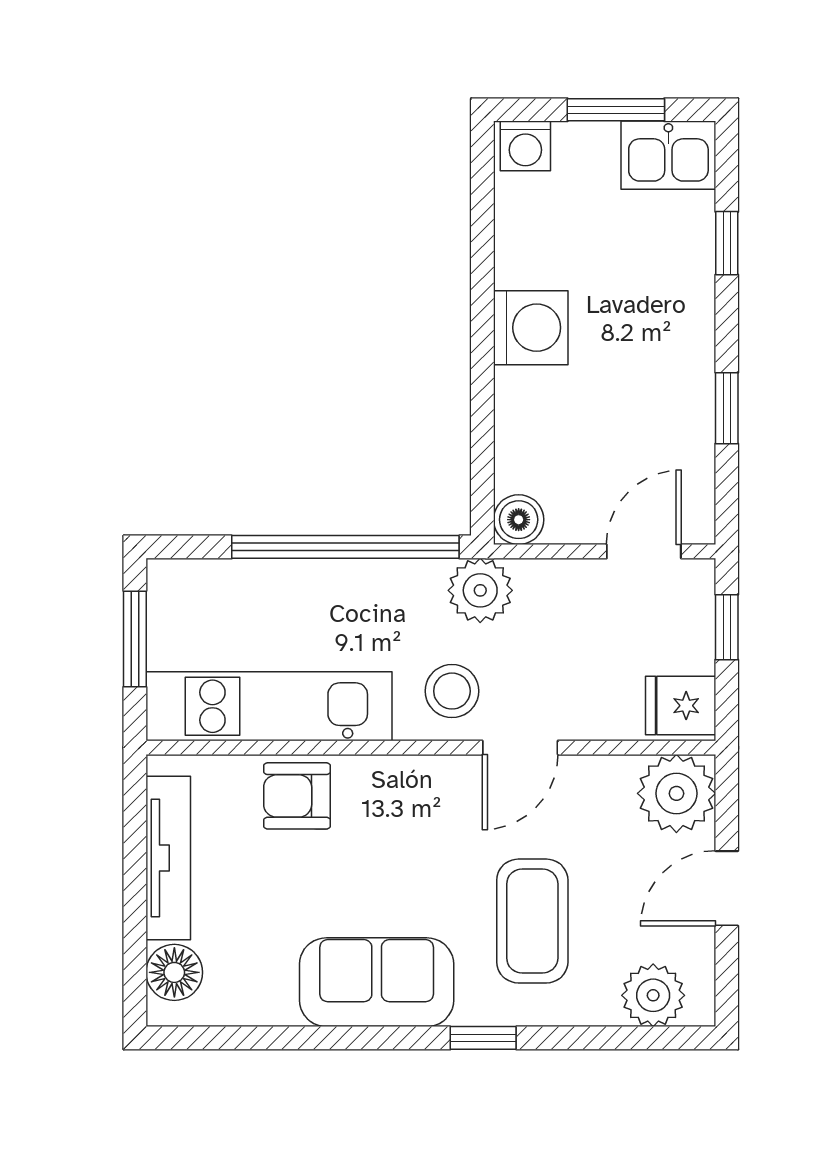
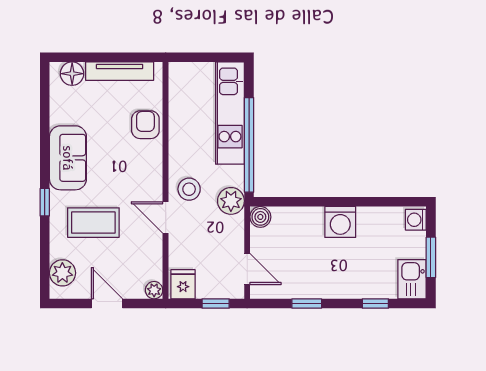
window: (135, 639) -> (211, 57), removed
kitchen unit: (269, 706) -> (230, 113), moved, turned 180
plant: (676, 793) -> (154, 290), width x0.53, depth x0.53

